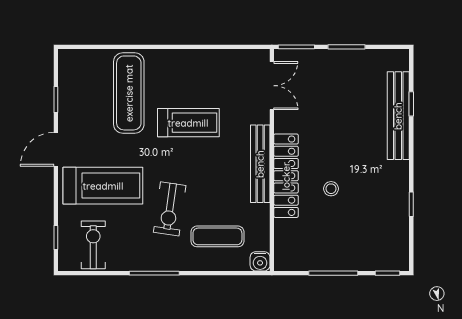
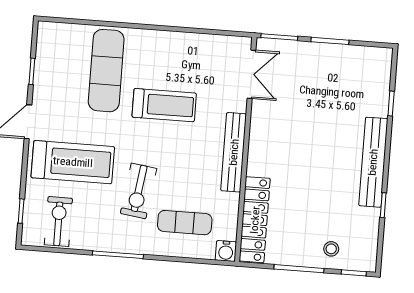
bench: (398, 116) -> (373, 162), moved
locker: (286, 176) -> (255, 220), moved
stool: (331, 189) -> (331, 249), moved

